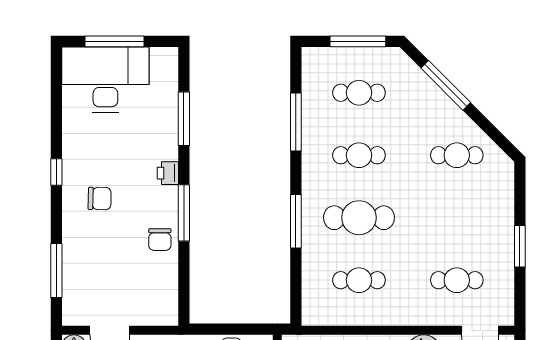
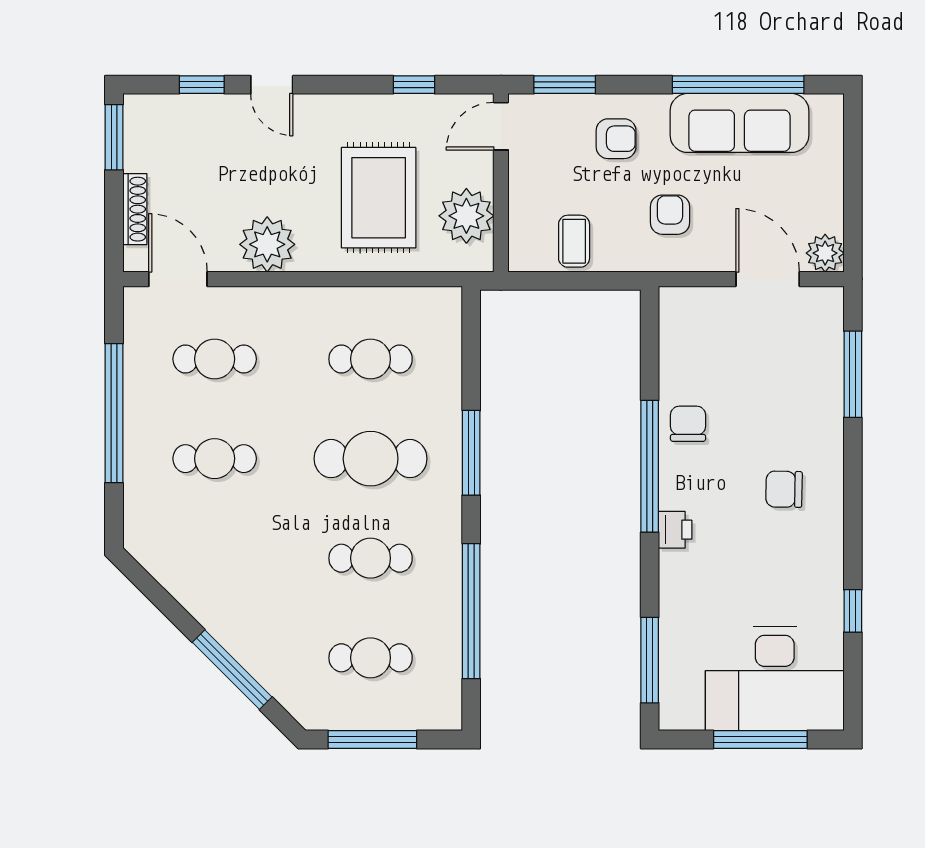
window: (184, 119) -> (650, 660), moved
window: (296, 122) -> (471, 611), width x1.46
cafe table: (457, 155) -> (215, 459), moved
window: (56, 172) -> (853, 611), moved
window: (184, 213) -> (650, 466), width x1.46
window: (520, 246) -> (114, 413), width x2.11

